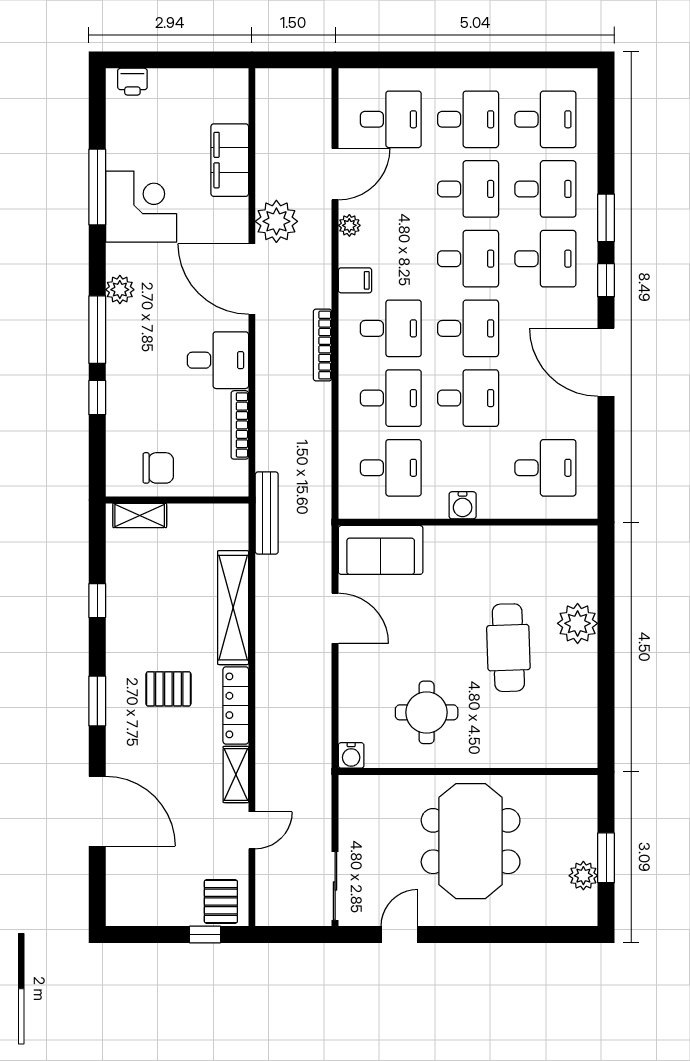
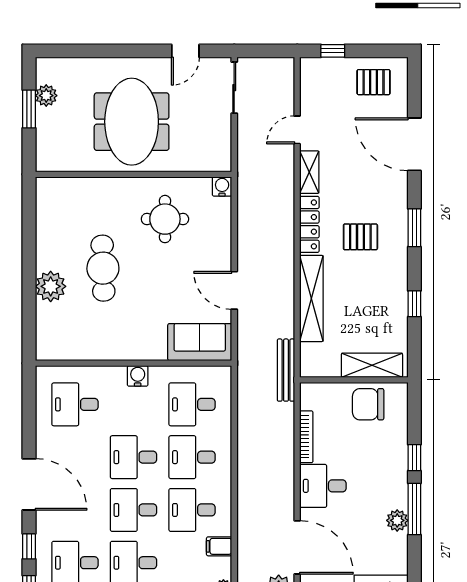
plant: (120, 290) -> (397, 520), moved
bookcase: (323, 345) -> (244, 497), removed
chair: (158, 468) -> (368, 404), width x1.37, depth x1.37
shelving: (140, 515) -> (372, 365), width x1.50, depth x1.33
pallet: (221, 901) -> (374, 82), moved, turned 90

